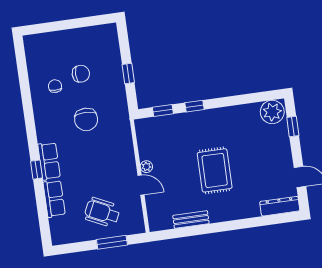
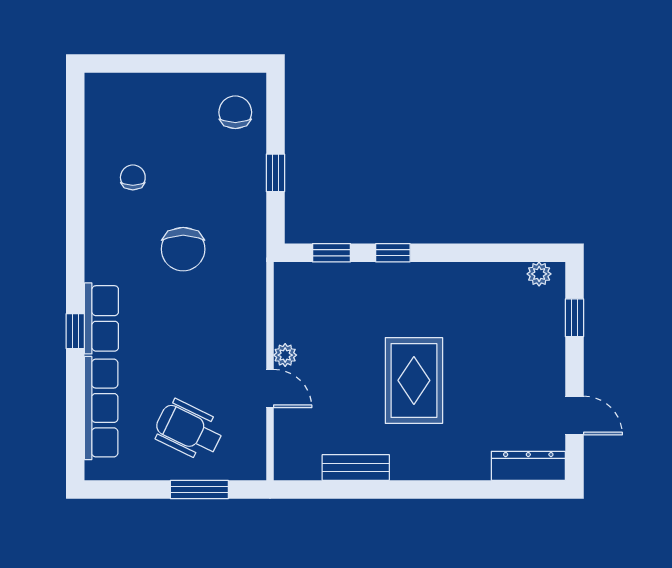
chair: (81, 74) -> (235, 112), moved, turned -90
plant: (272, 112) -> (539, 274), width x0.53, depth x0.53
row of seats: (54, 199) -> (101, 408), width x1.48

